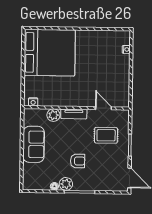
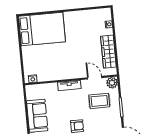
bed: (50, 53) -> (42, 29), width x0.73
wardrobe: (122, 80) -> (108, 52), added
plant: (53, 115) -> (112, 83), moved

